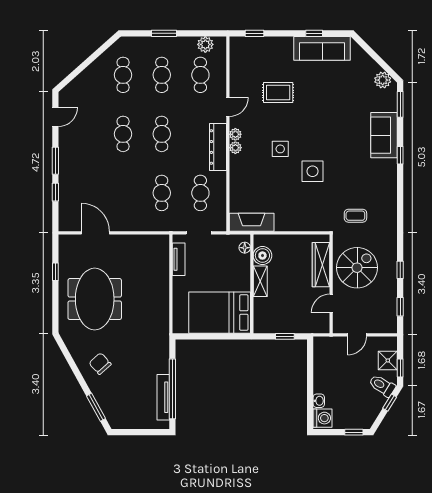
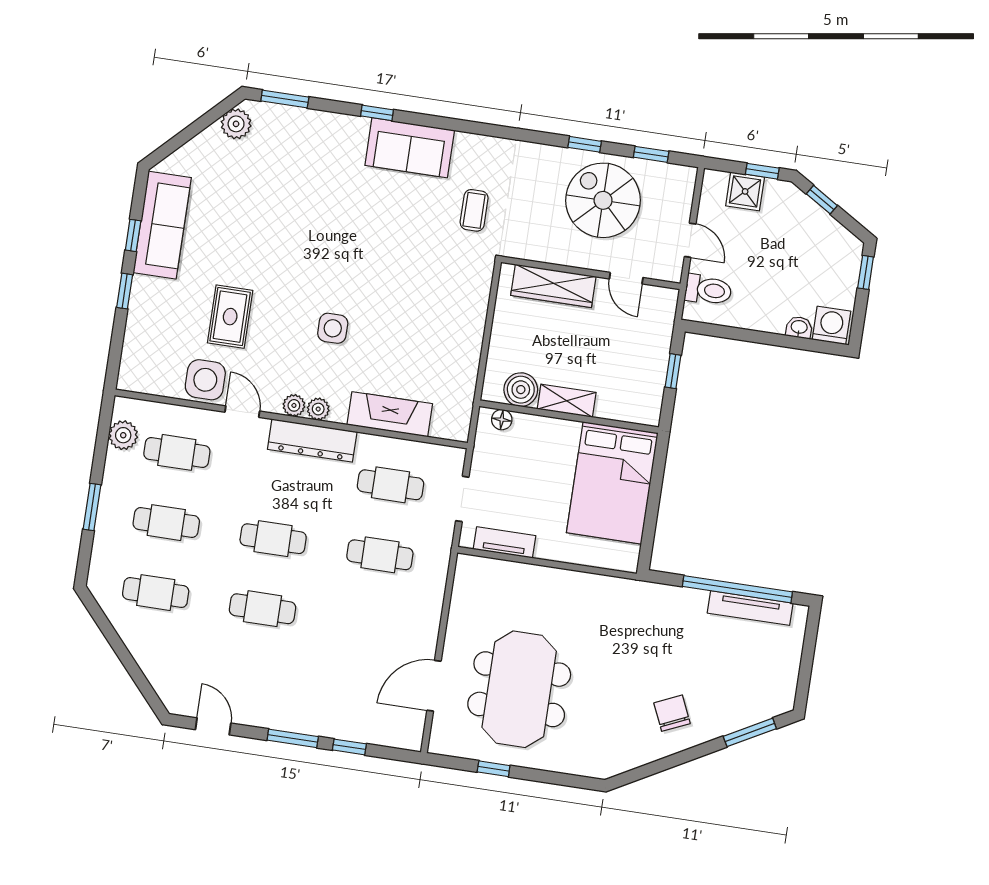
window: (254, 33) -> (125, 291), moved
sofa: (384, 135) -> (410, 148), moved
side table: (313, 171) -> (205, 380), moved
fireplace: (252, 222) -> (390, 414), moved, turned 90
spiral stairs: (357, 268) -> (603, 200), moved
meeting table: (95, 299) -> (519, 689), moved, turned 90
chair: (100, 364) -> (672, 713), turned 108
toilet: (382, 386) -> (708, 290), moved, turned -122

